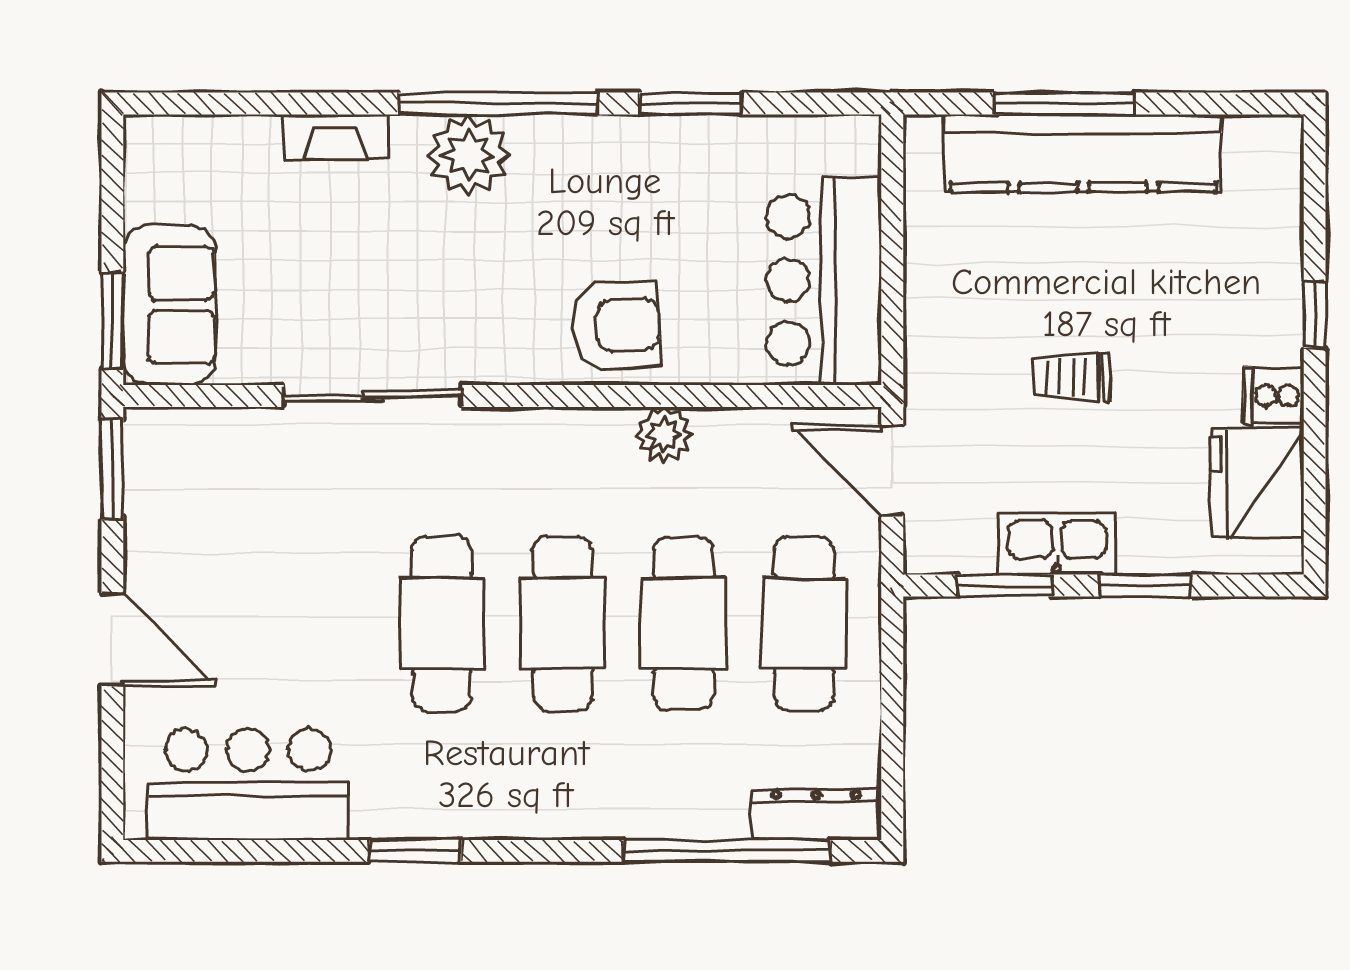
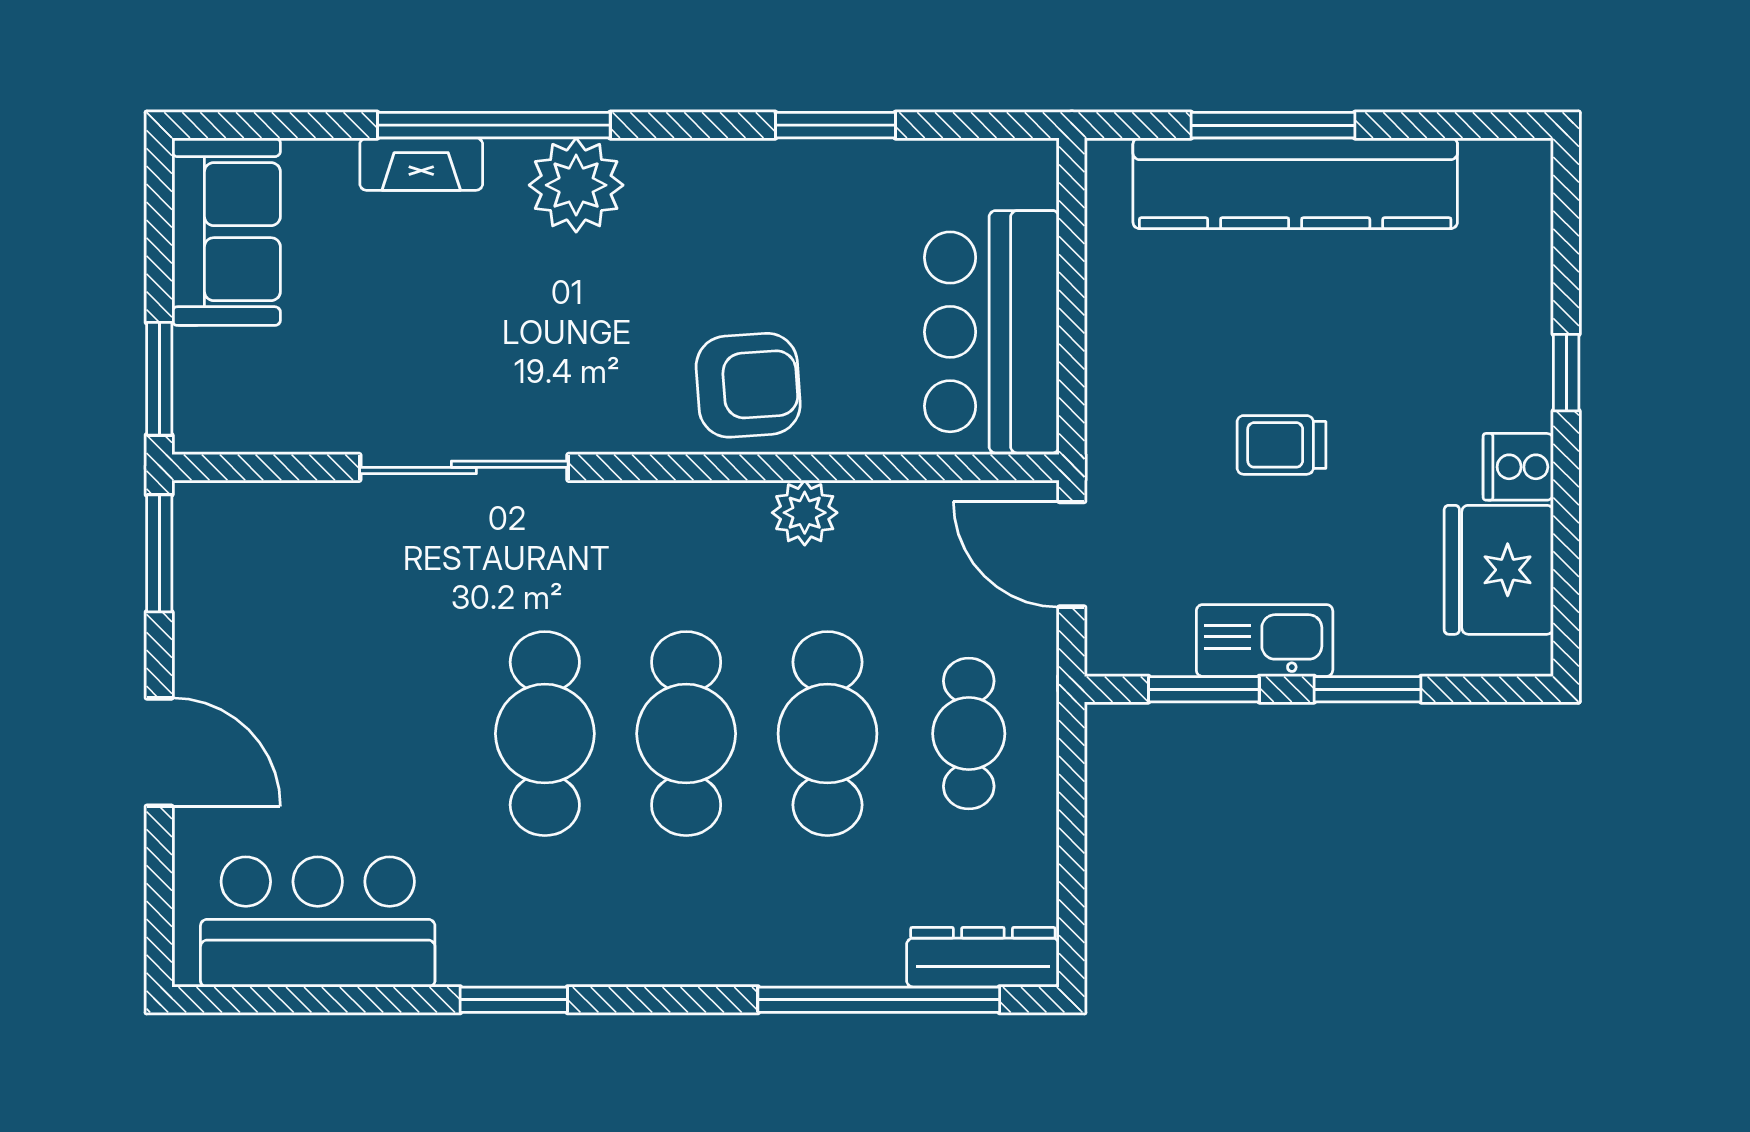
window: (498, 104) -> (494, 125), moved
sofa: (170, 305) -> (226, 232), moved
cafe table: (804, 623) -> (969, 734), width x0.73, depth x0.74

